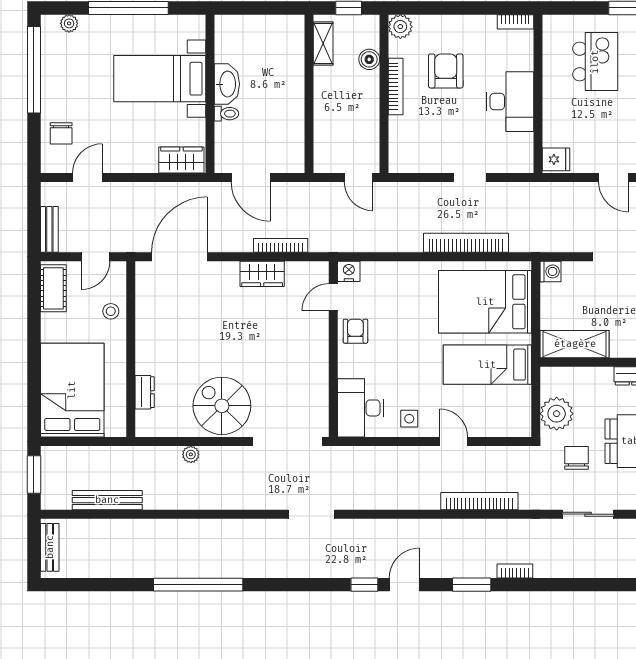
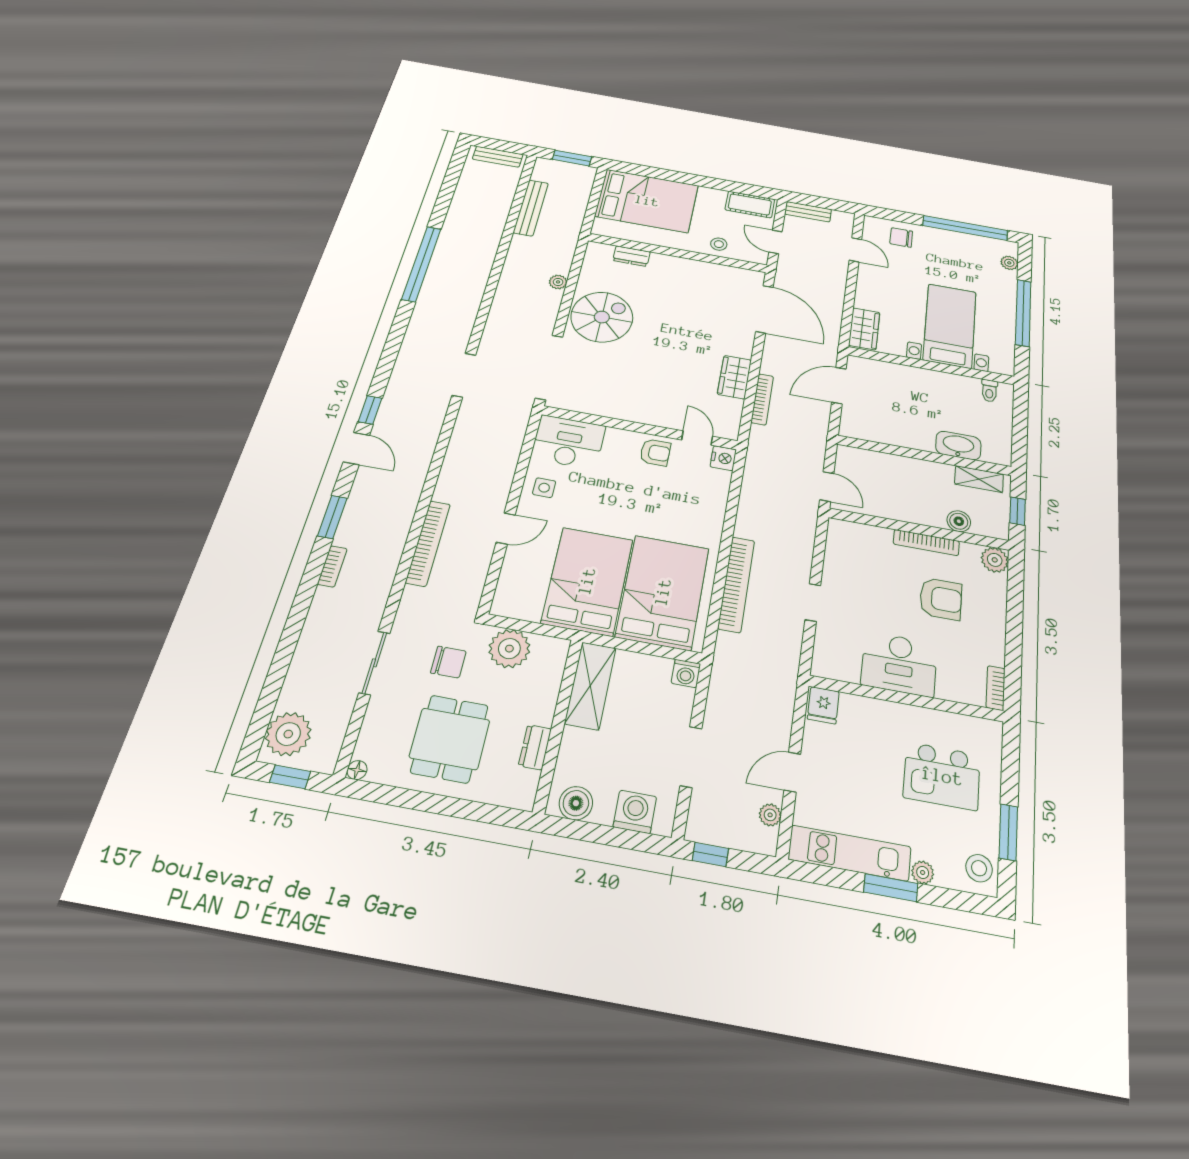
washbasin: (227, 84) -> (958, 446), moved, turned 180
toilet: (227, 114) -> (989, 391), moved
door: (359, 177) -> (827, 487), swing flipped
bed: (487, 365) -> (587, 581), width x1.50

